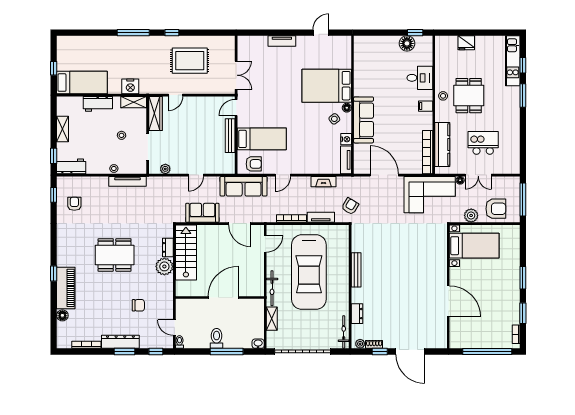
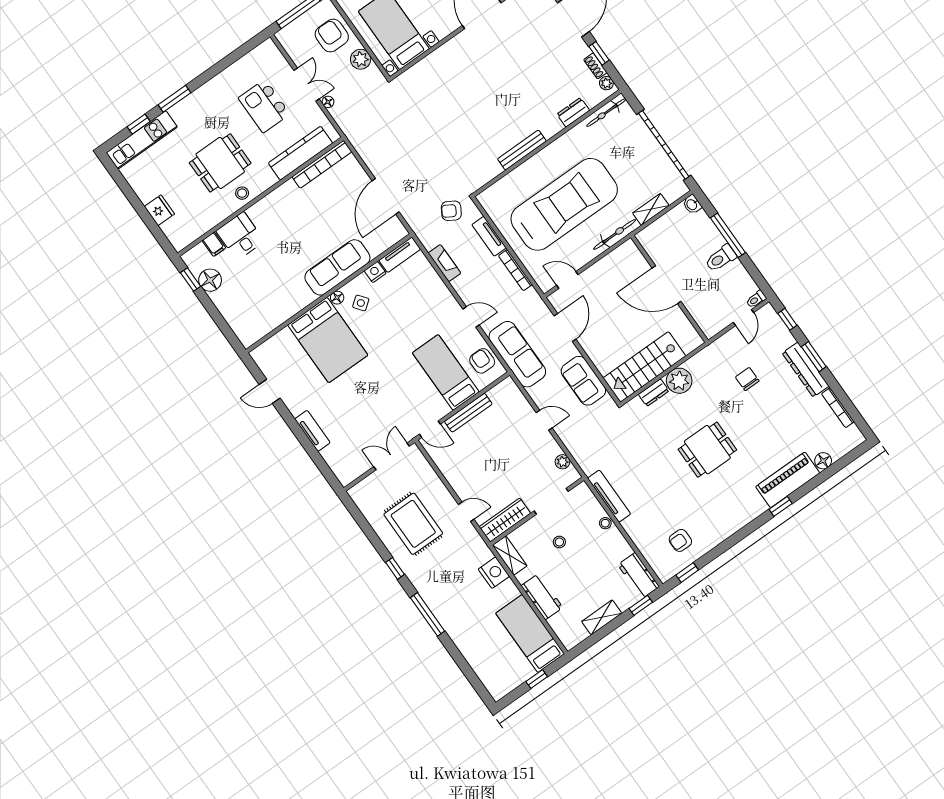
filing cabinet: (426, 106) -> (214, 244), moved
corner sofa: (430, 195) -> (371, 126), removed
dining table: (115, 255) -> (707, 450), width x0.73

